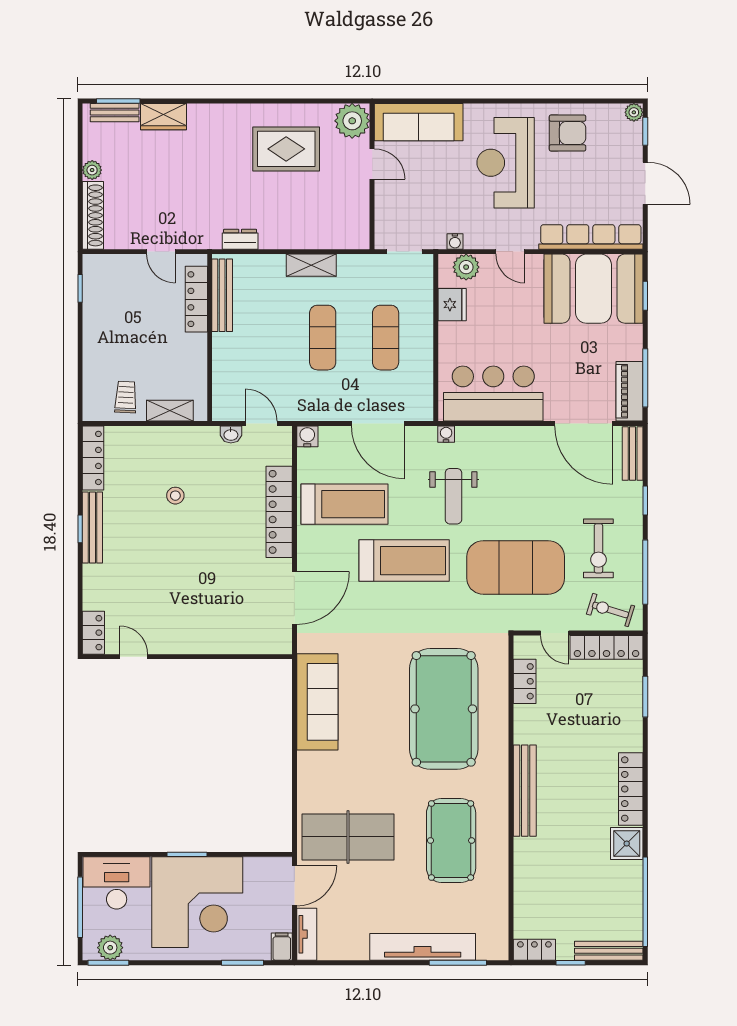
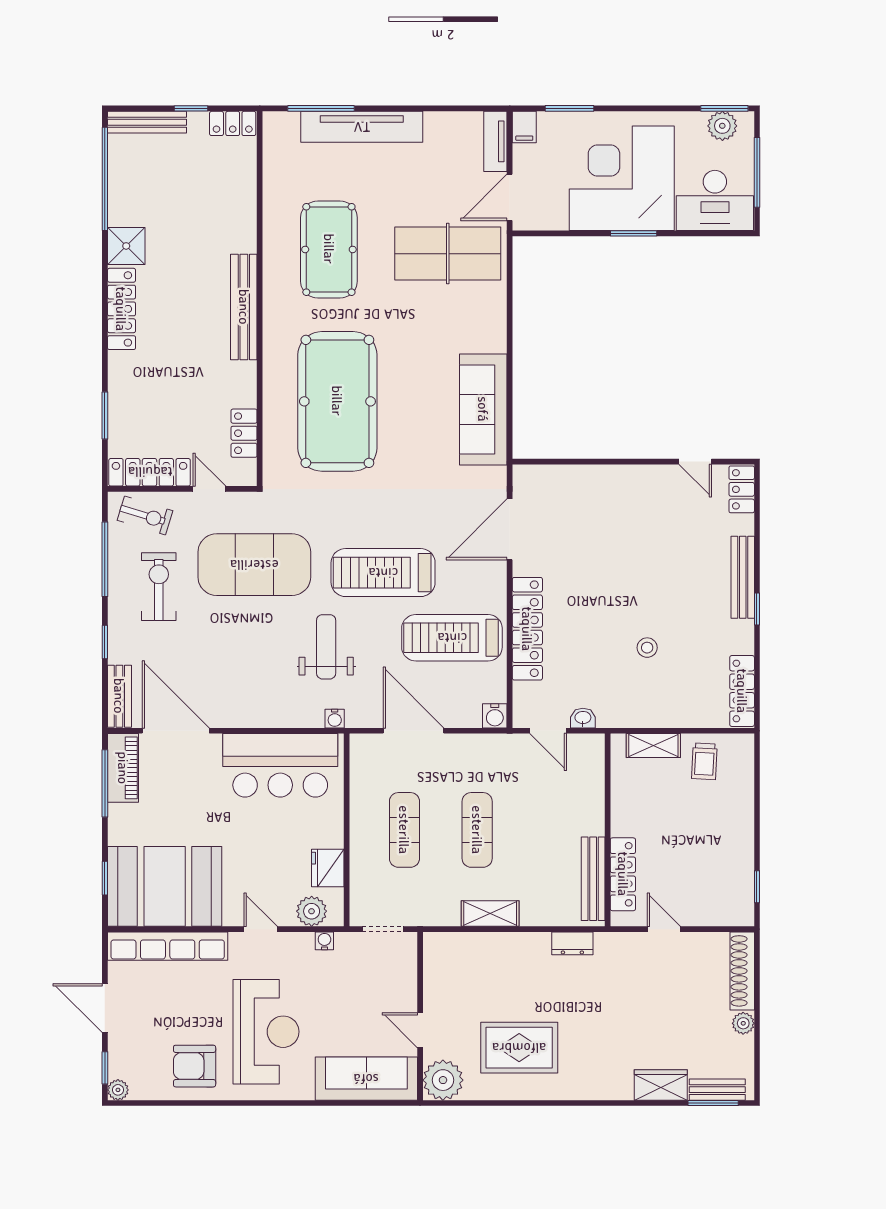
bench: (92, 528) -> (743, 577), moved

